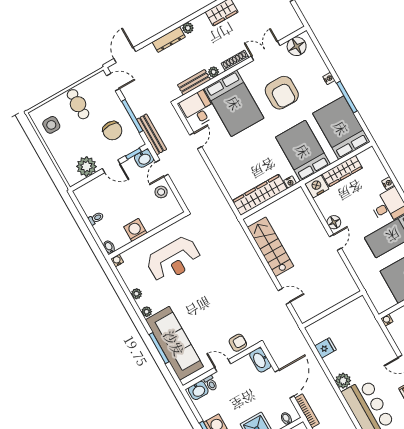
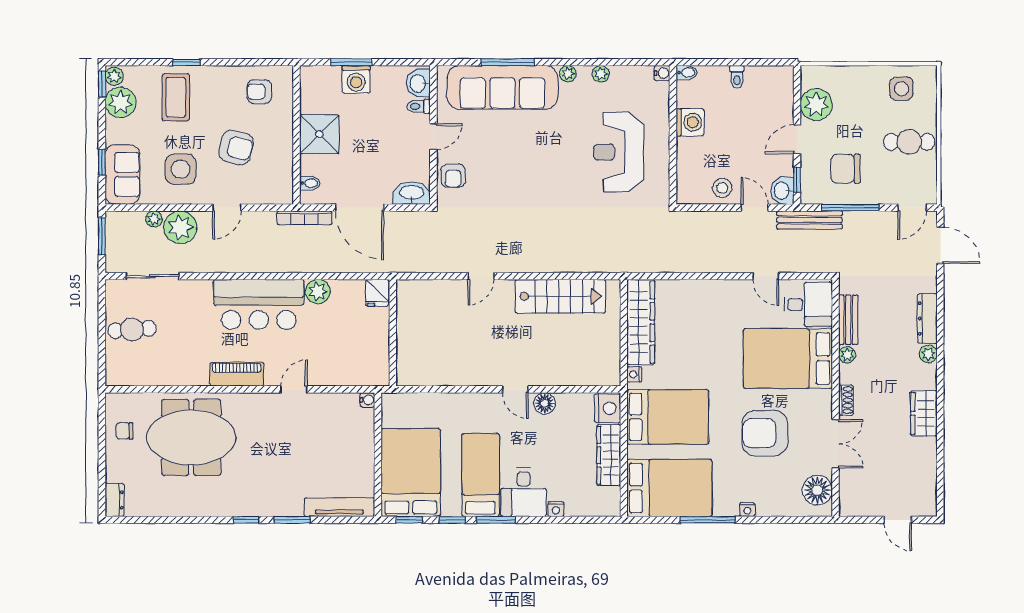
shoe rack: (235, 61) -> (846, 400), width x0.70
wall: (332, 309) -> (393, 333), moved

